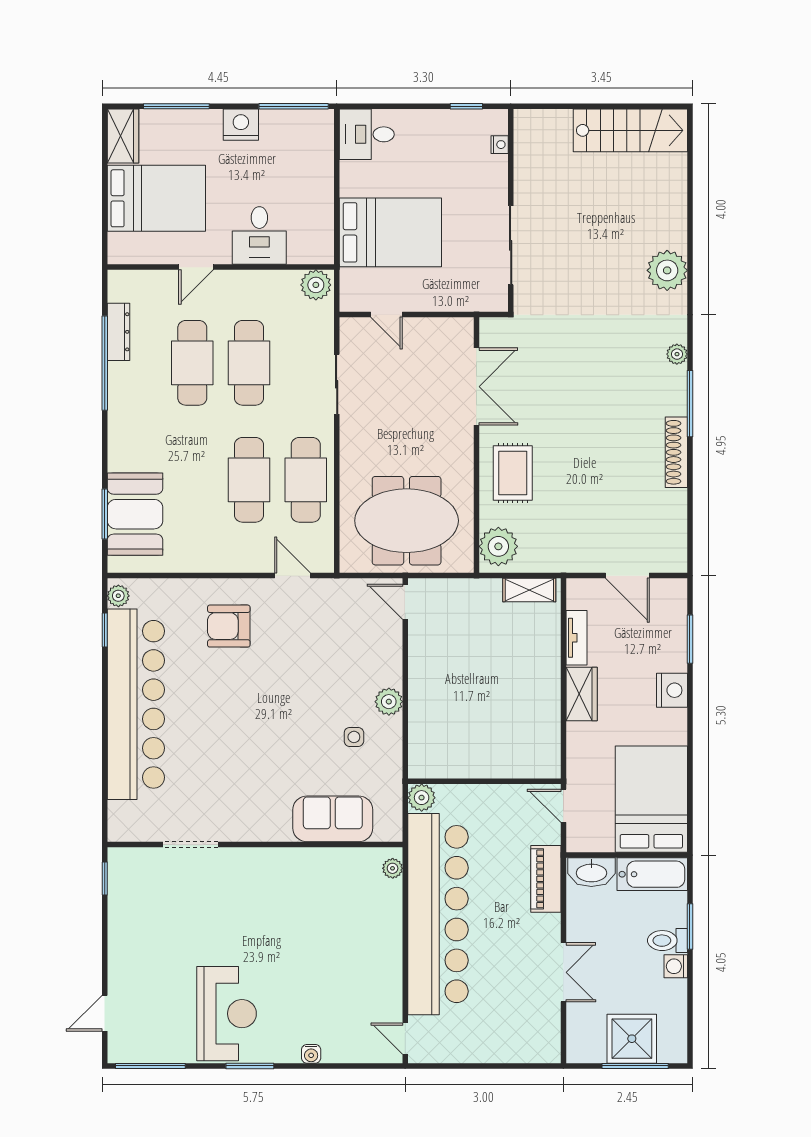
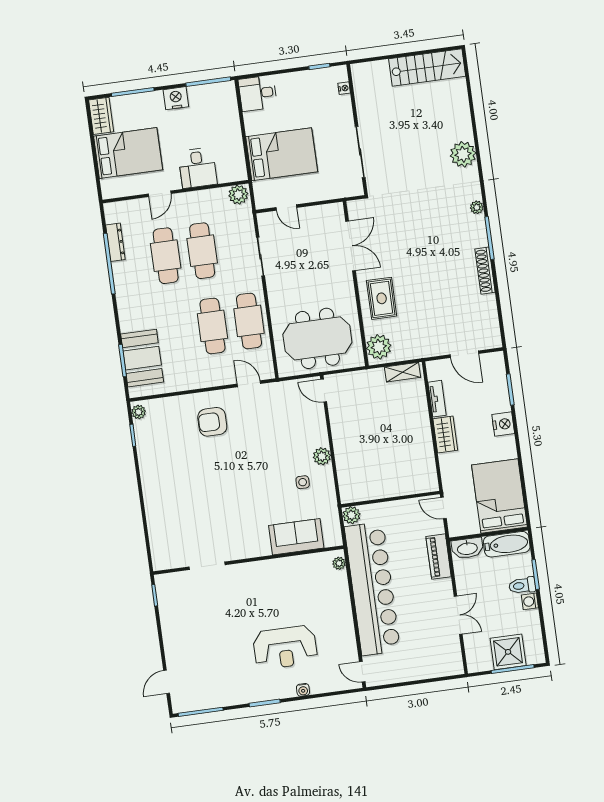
bar counter: (136, 704) -> (159, 480), removed
reception desk: (227, 1014) -> (285, 647), moved, turned 90

